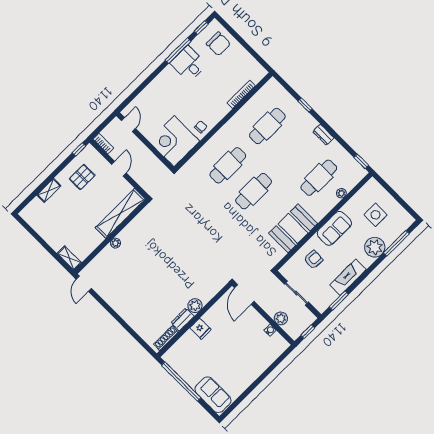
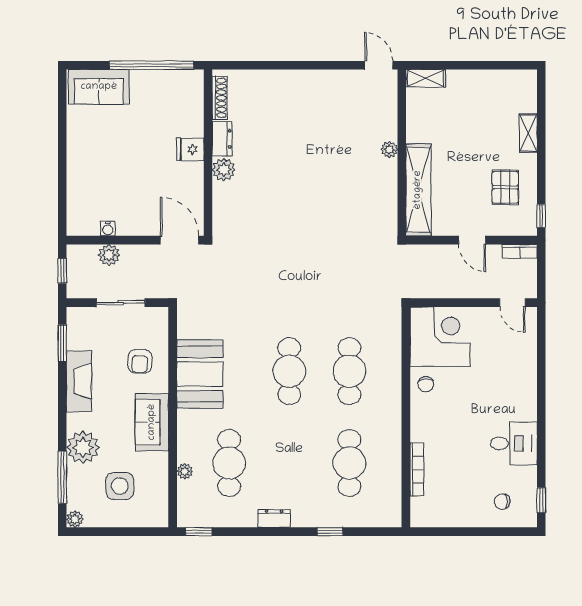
chair: (218, 44) -> (502, 502), width x0.54, depth x0.54
window: (178, 51) -> (541, 447), removed
plant: (409, 220) -> (75, 519), added

